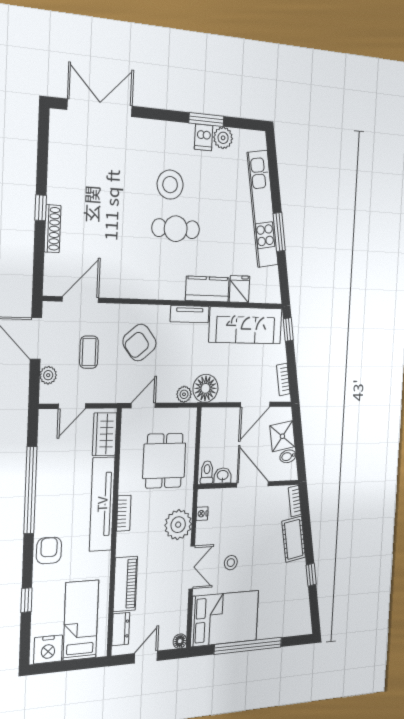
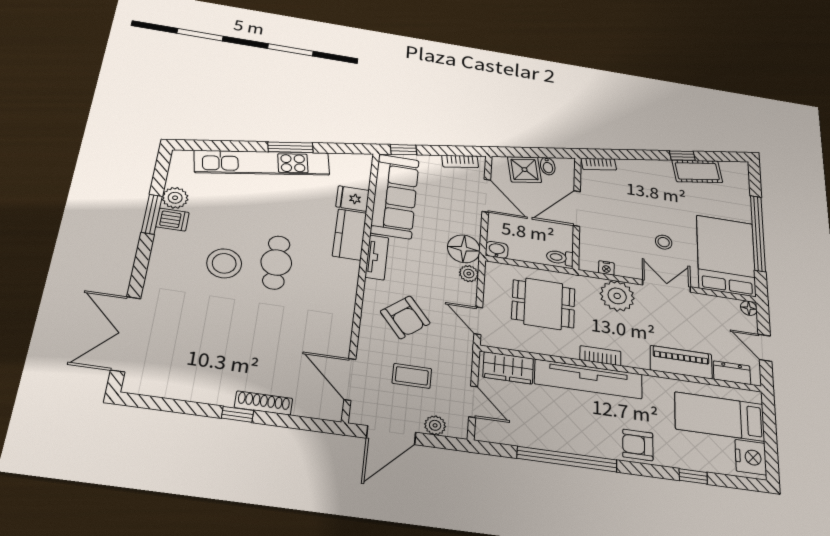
washbasin: (223, 476) -> (497, 250), moved, turned 90
cot: (294, 539) -> (697, 171), moved

